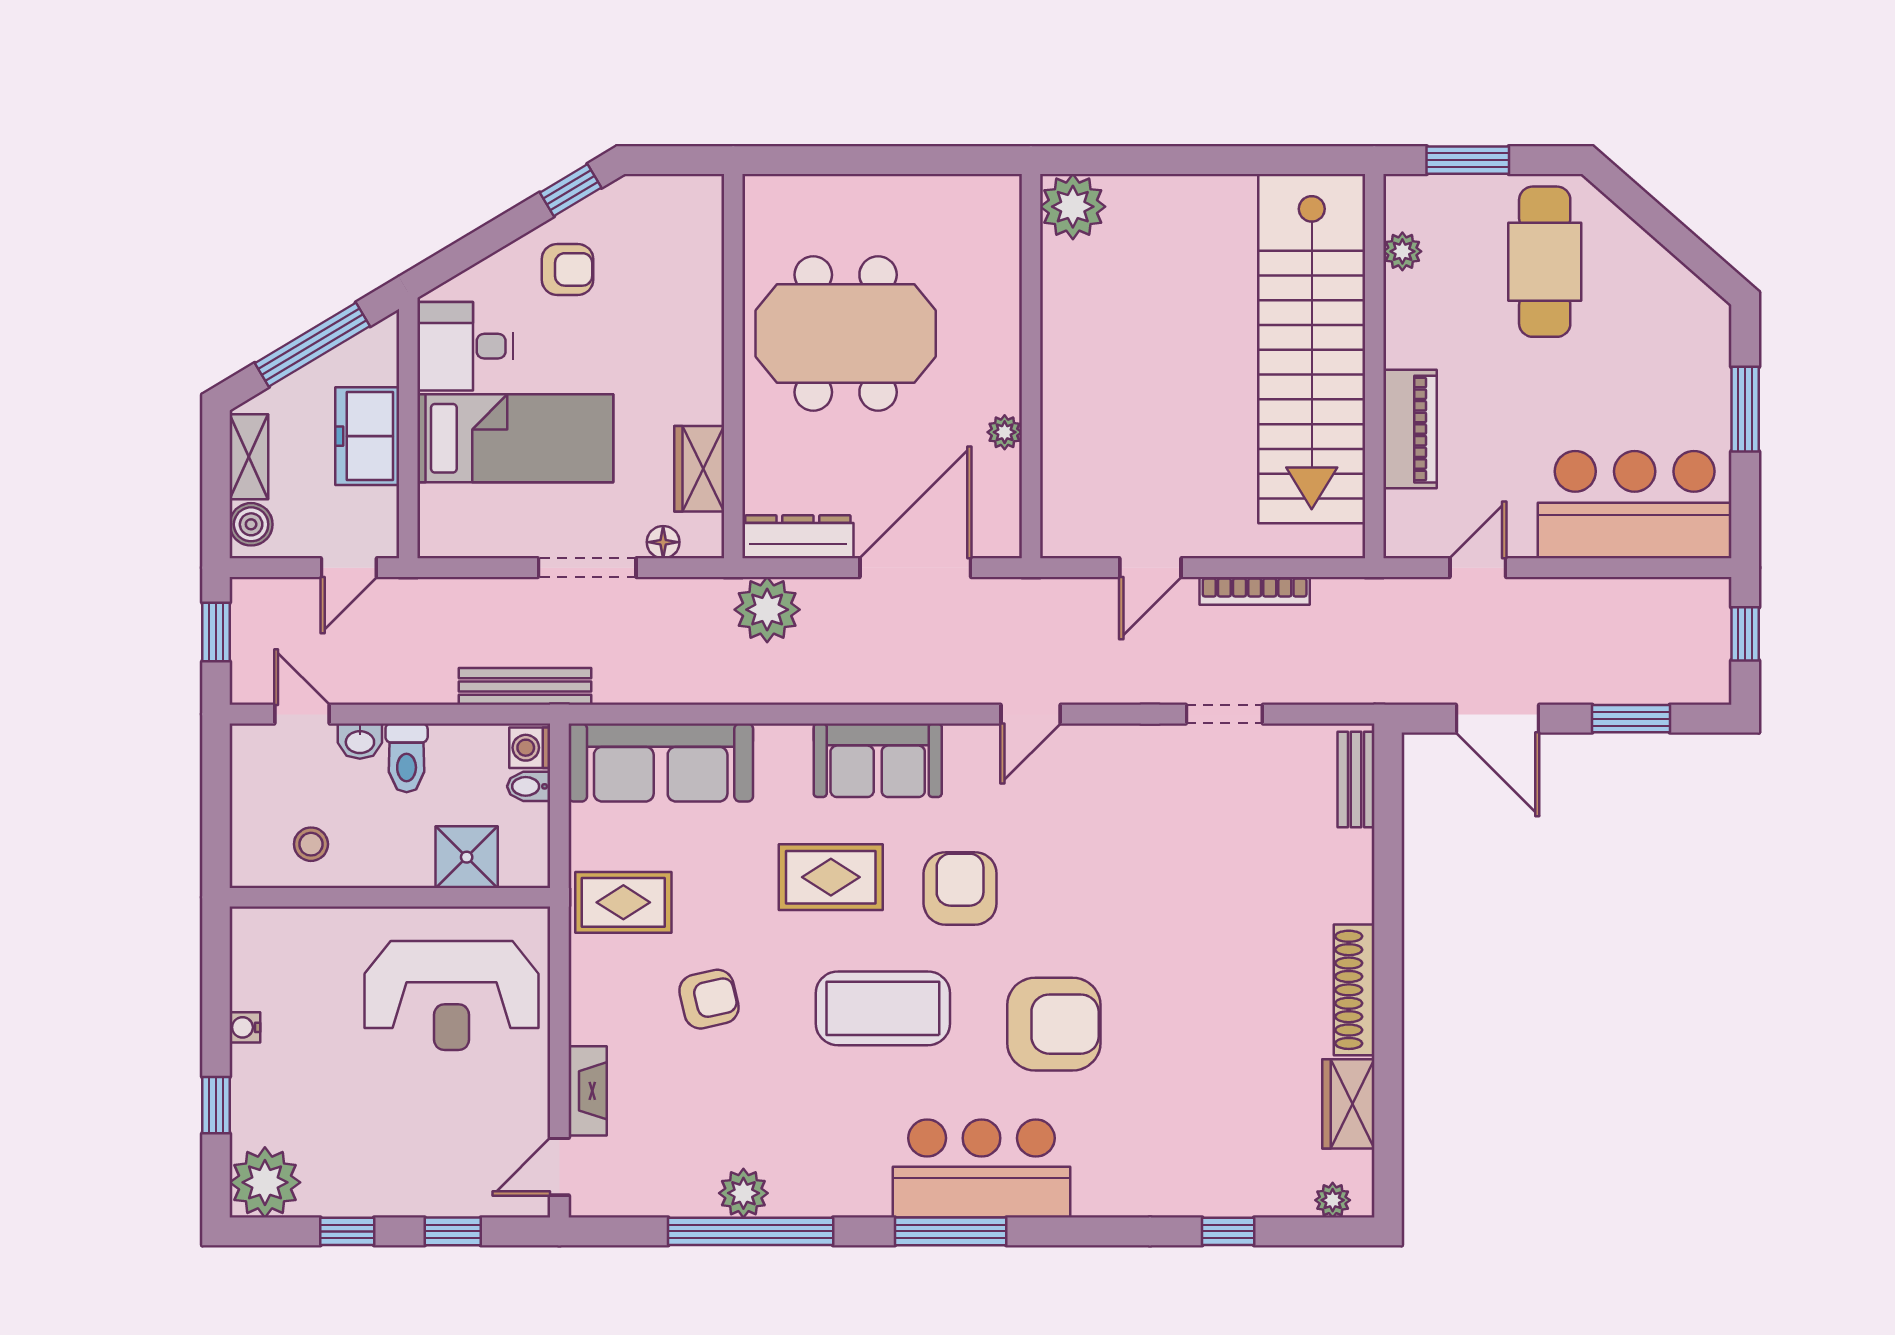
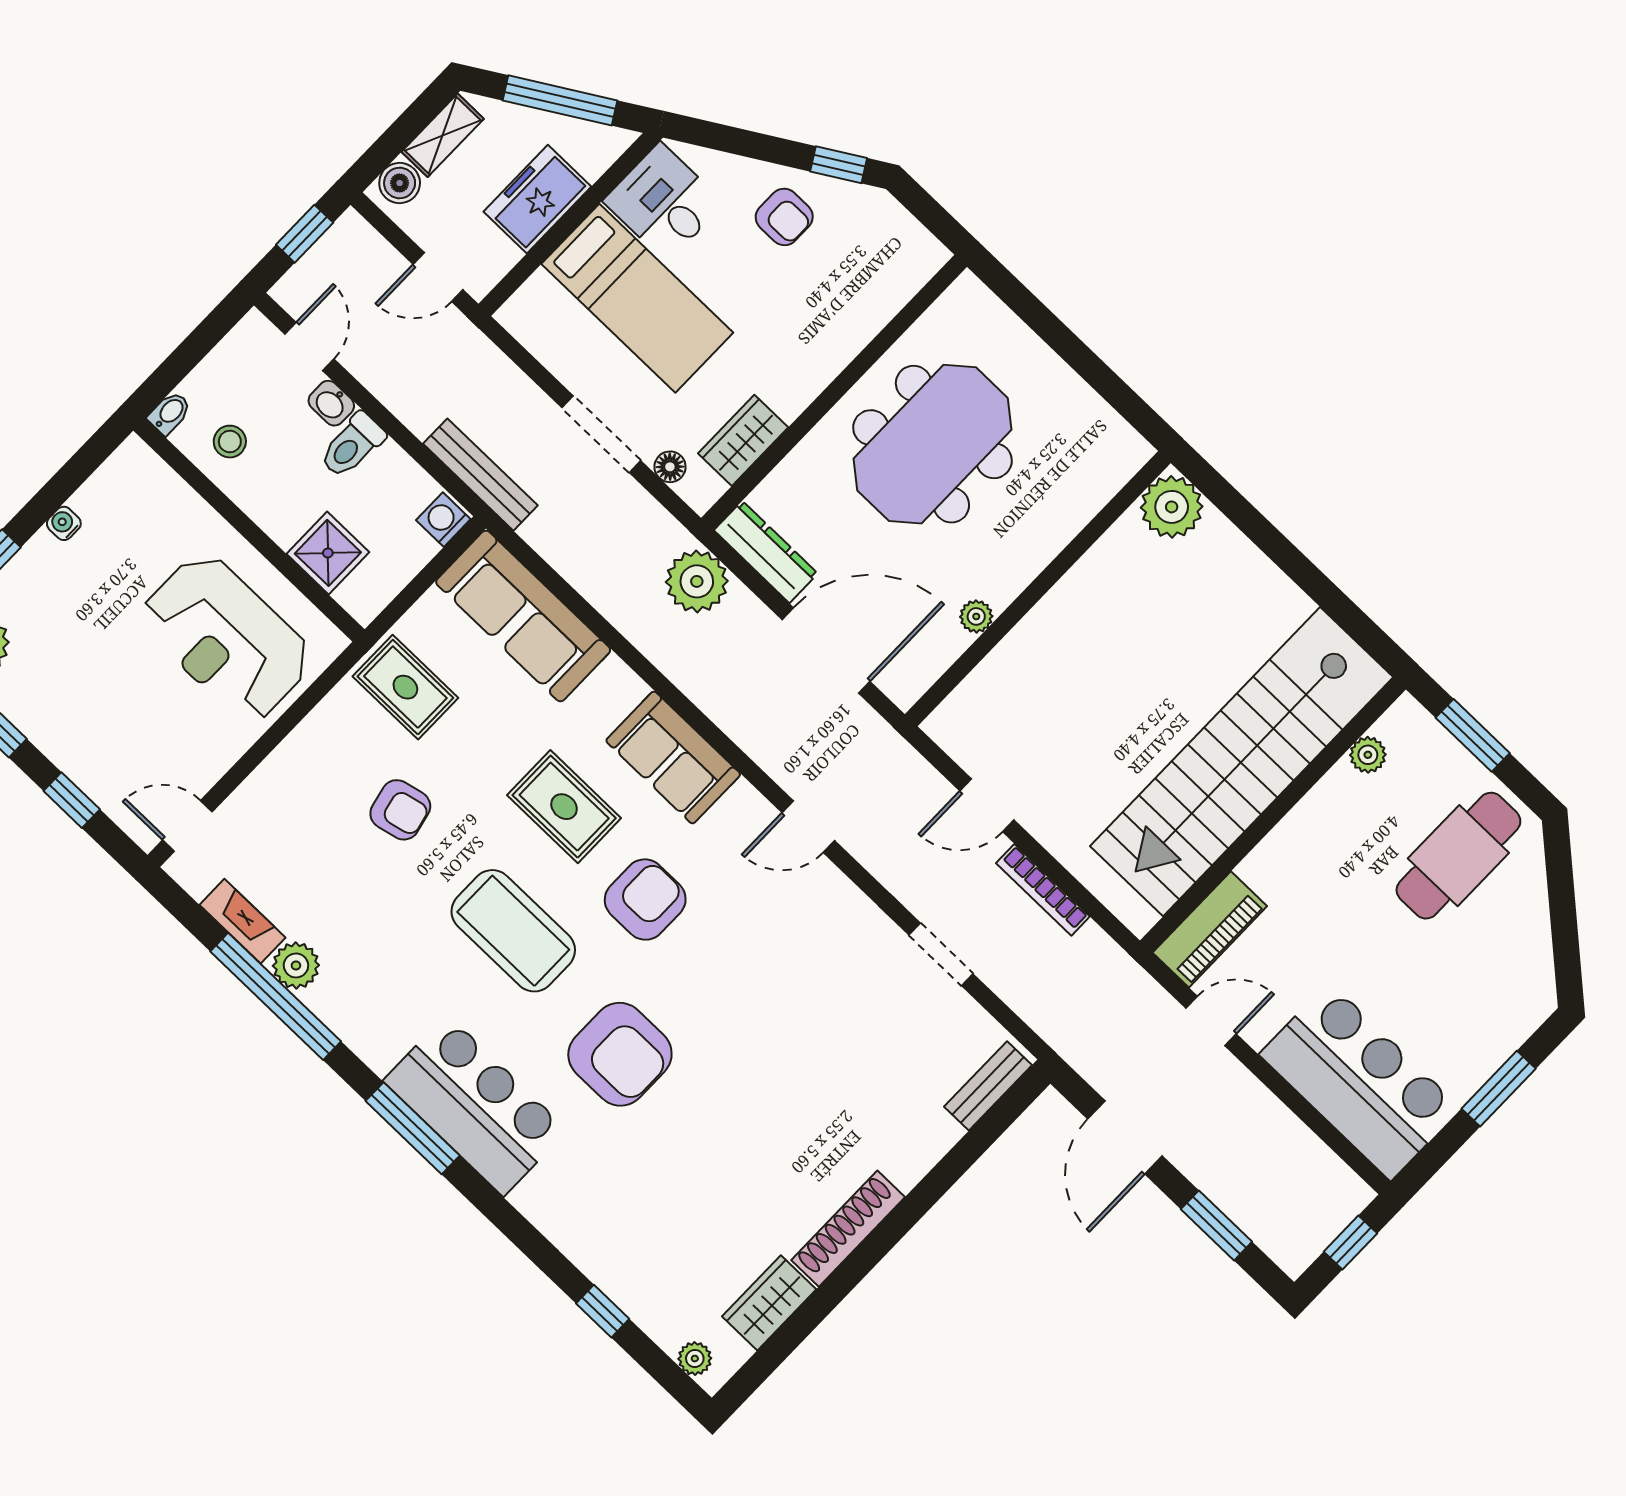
meeting table: (846, 333) -> (932, 444), turned 90
piano: (1410, 429) -> (1210, 929), moved
bidet: (529, 786) -> (170, 413), moved, turned 90
fireplace: (588, 1091) -> (243, 921), moved, turned -90

